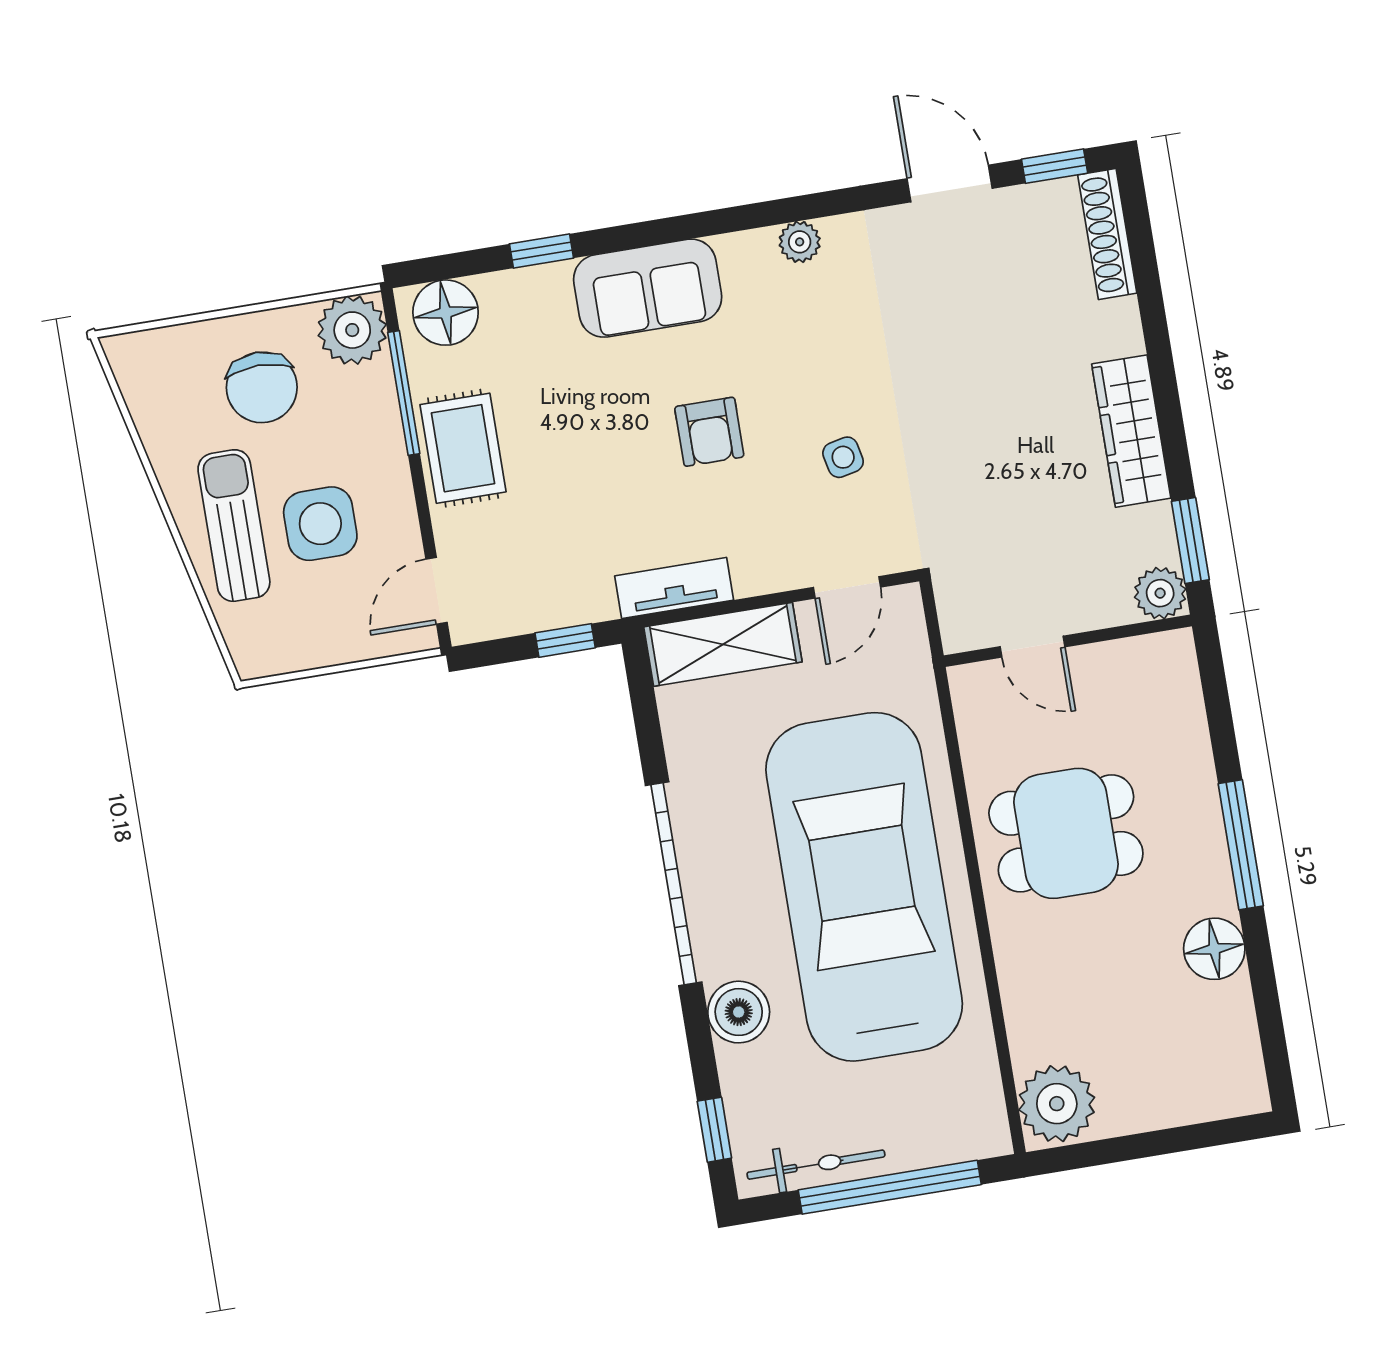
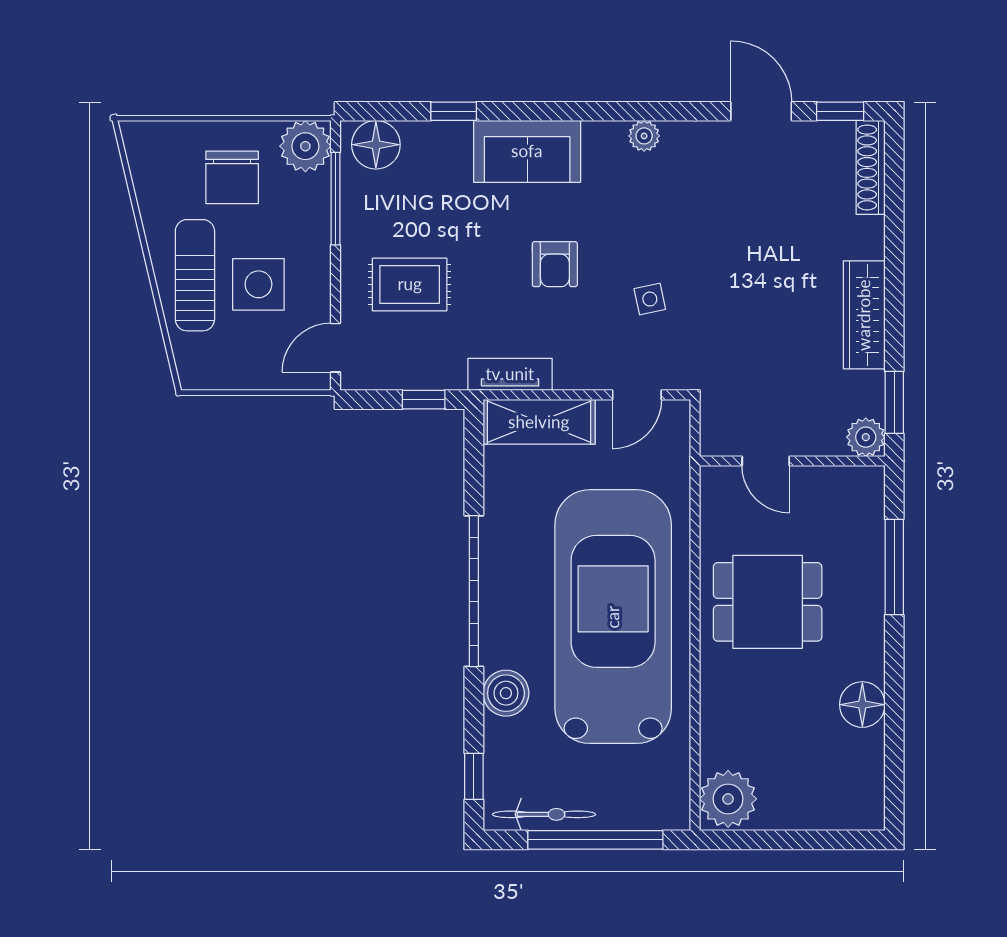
rug: (463, 448) -> (410, 284), moved, turned 90
window: (1241, 845) -> (894, 567), moved

